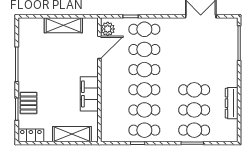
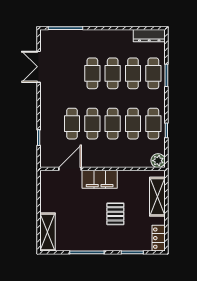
shelving: (63, 25) -> (48, 232), moved
plant: (108, 29) -> (158, 161), moved
cafe table: (144, 29) -> (92, 73), moved
door: (99, 47) -> (70, 169), hinge flipped
filing cabinet: (89, 94) -> (100, 179), moved
pallet: (29, 103) -> (115, 214), moved, turned 90
dresser: (232, 103) -> (149, 36), moved

